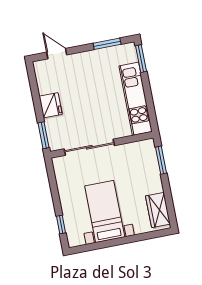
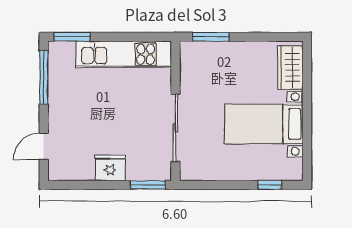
window: (107, 44) -> (44, 78), width x1.44
wardrobe: (158, 210) -> (290, 68), moved, turned 90

